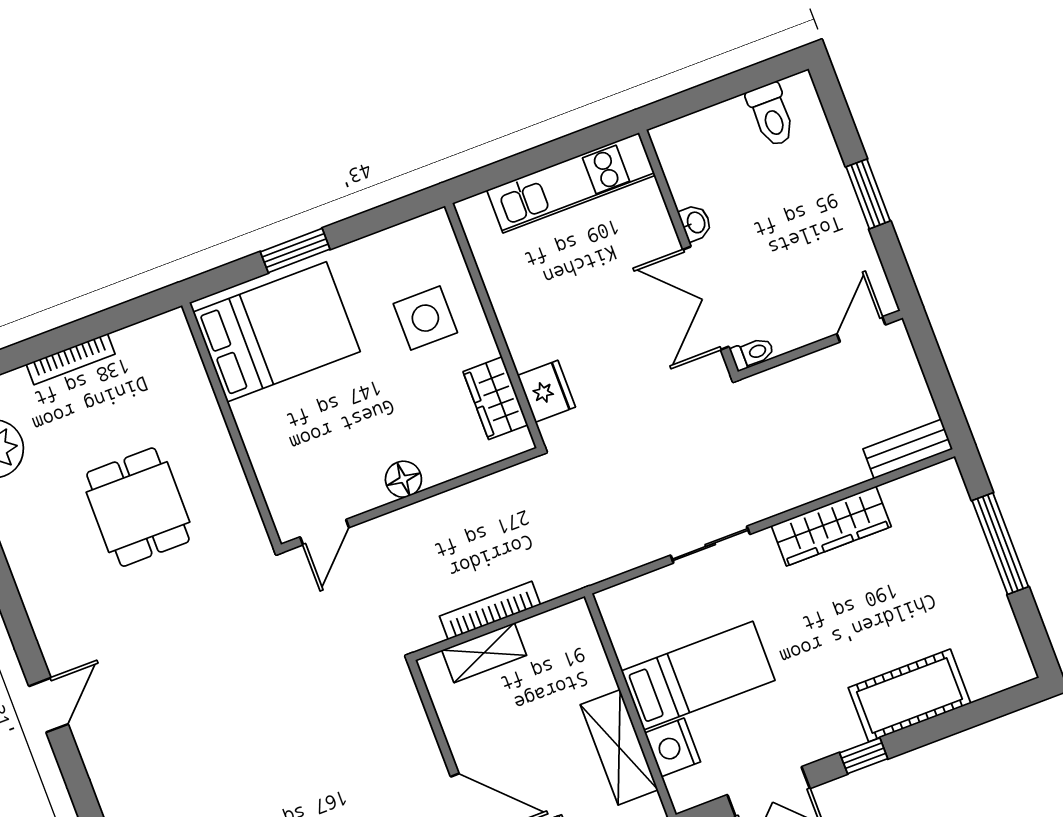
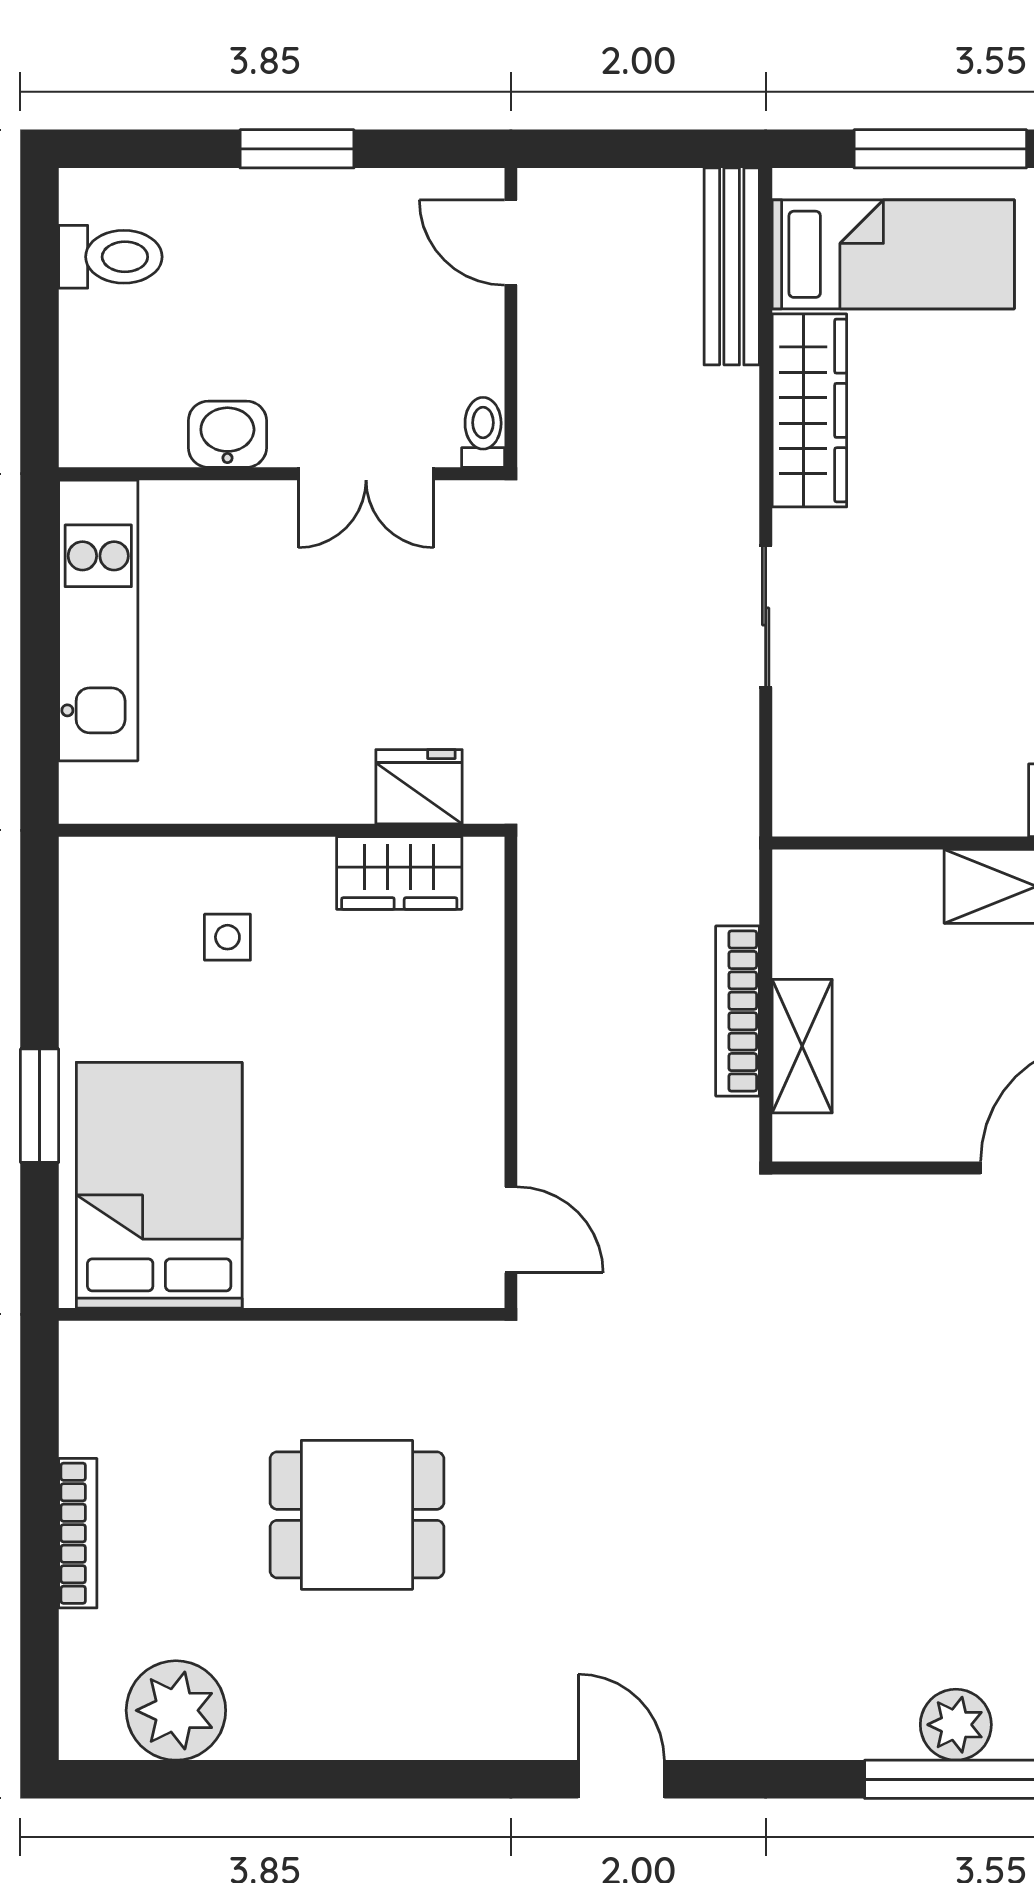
washbasin: (695, 223) -> (227, 434), width x1.38, depth x1.45
double door: (706, 298) -> (366, 474), width x0.73
side table: (425, 318) -> (227, 937), width x0.54, depth x0.54
bench: (908, 449) -> (732, 266), width x1.36
floor lamp: (403, 479) -> (474, 1071), removed
bed: (698, 676) -> (893, 254), moved, turned 90

